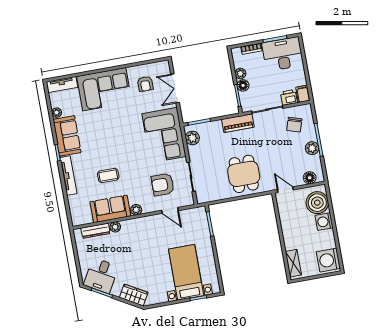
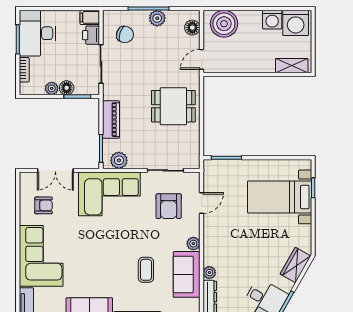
piano: (238, 123) -> (111, 120), moved
washing machine: (324, 222) -> (272, 20), moved

